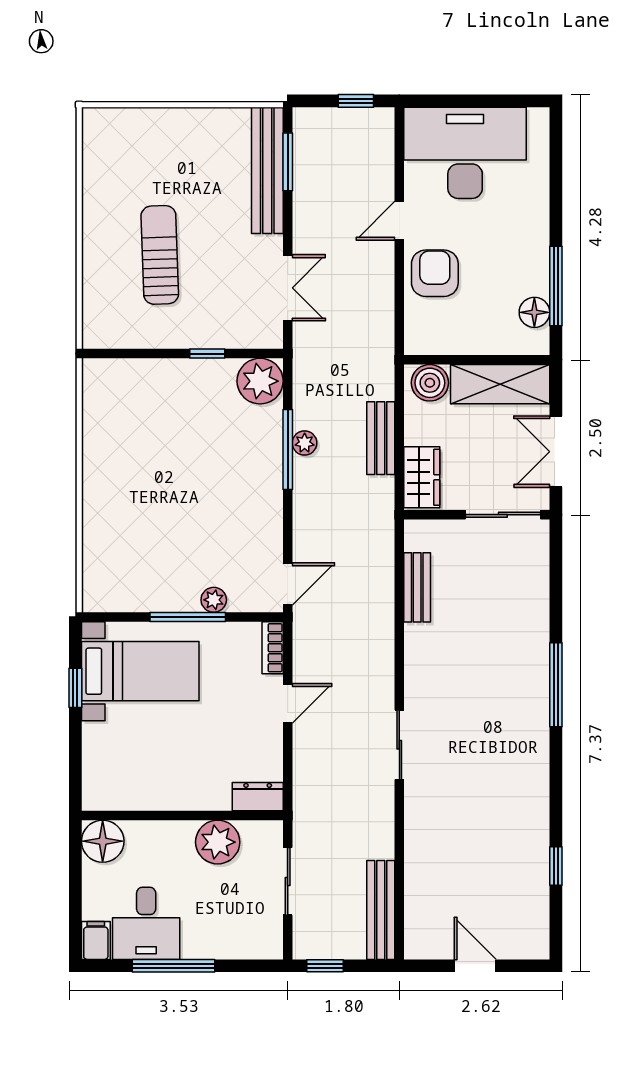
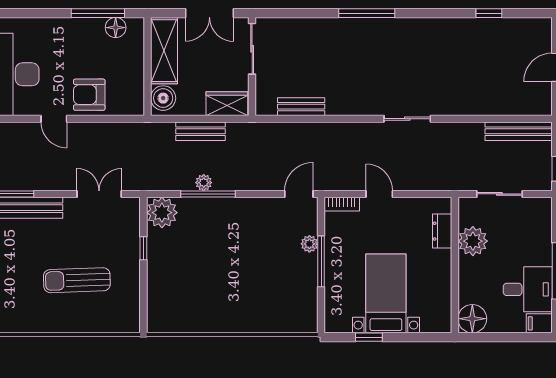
door: (288, 584) -> (299, 194), hinge flipped
bed with nightstands: (140, 671) -> (386, 293), moved
dresser: (258, 797) -> (442, 231), moved

